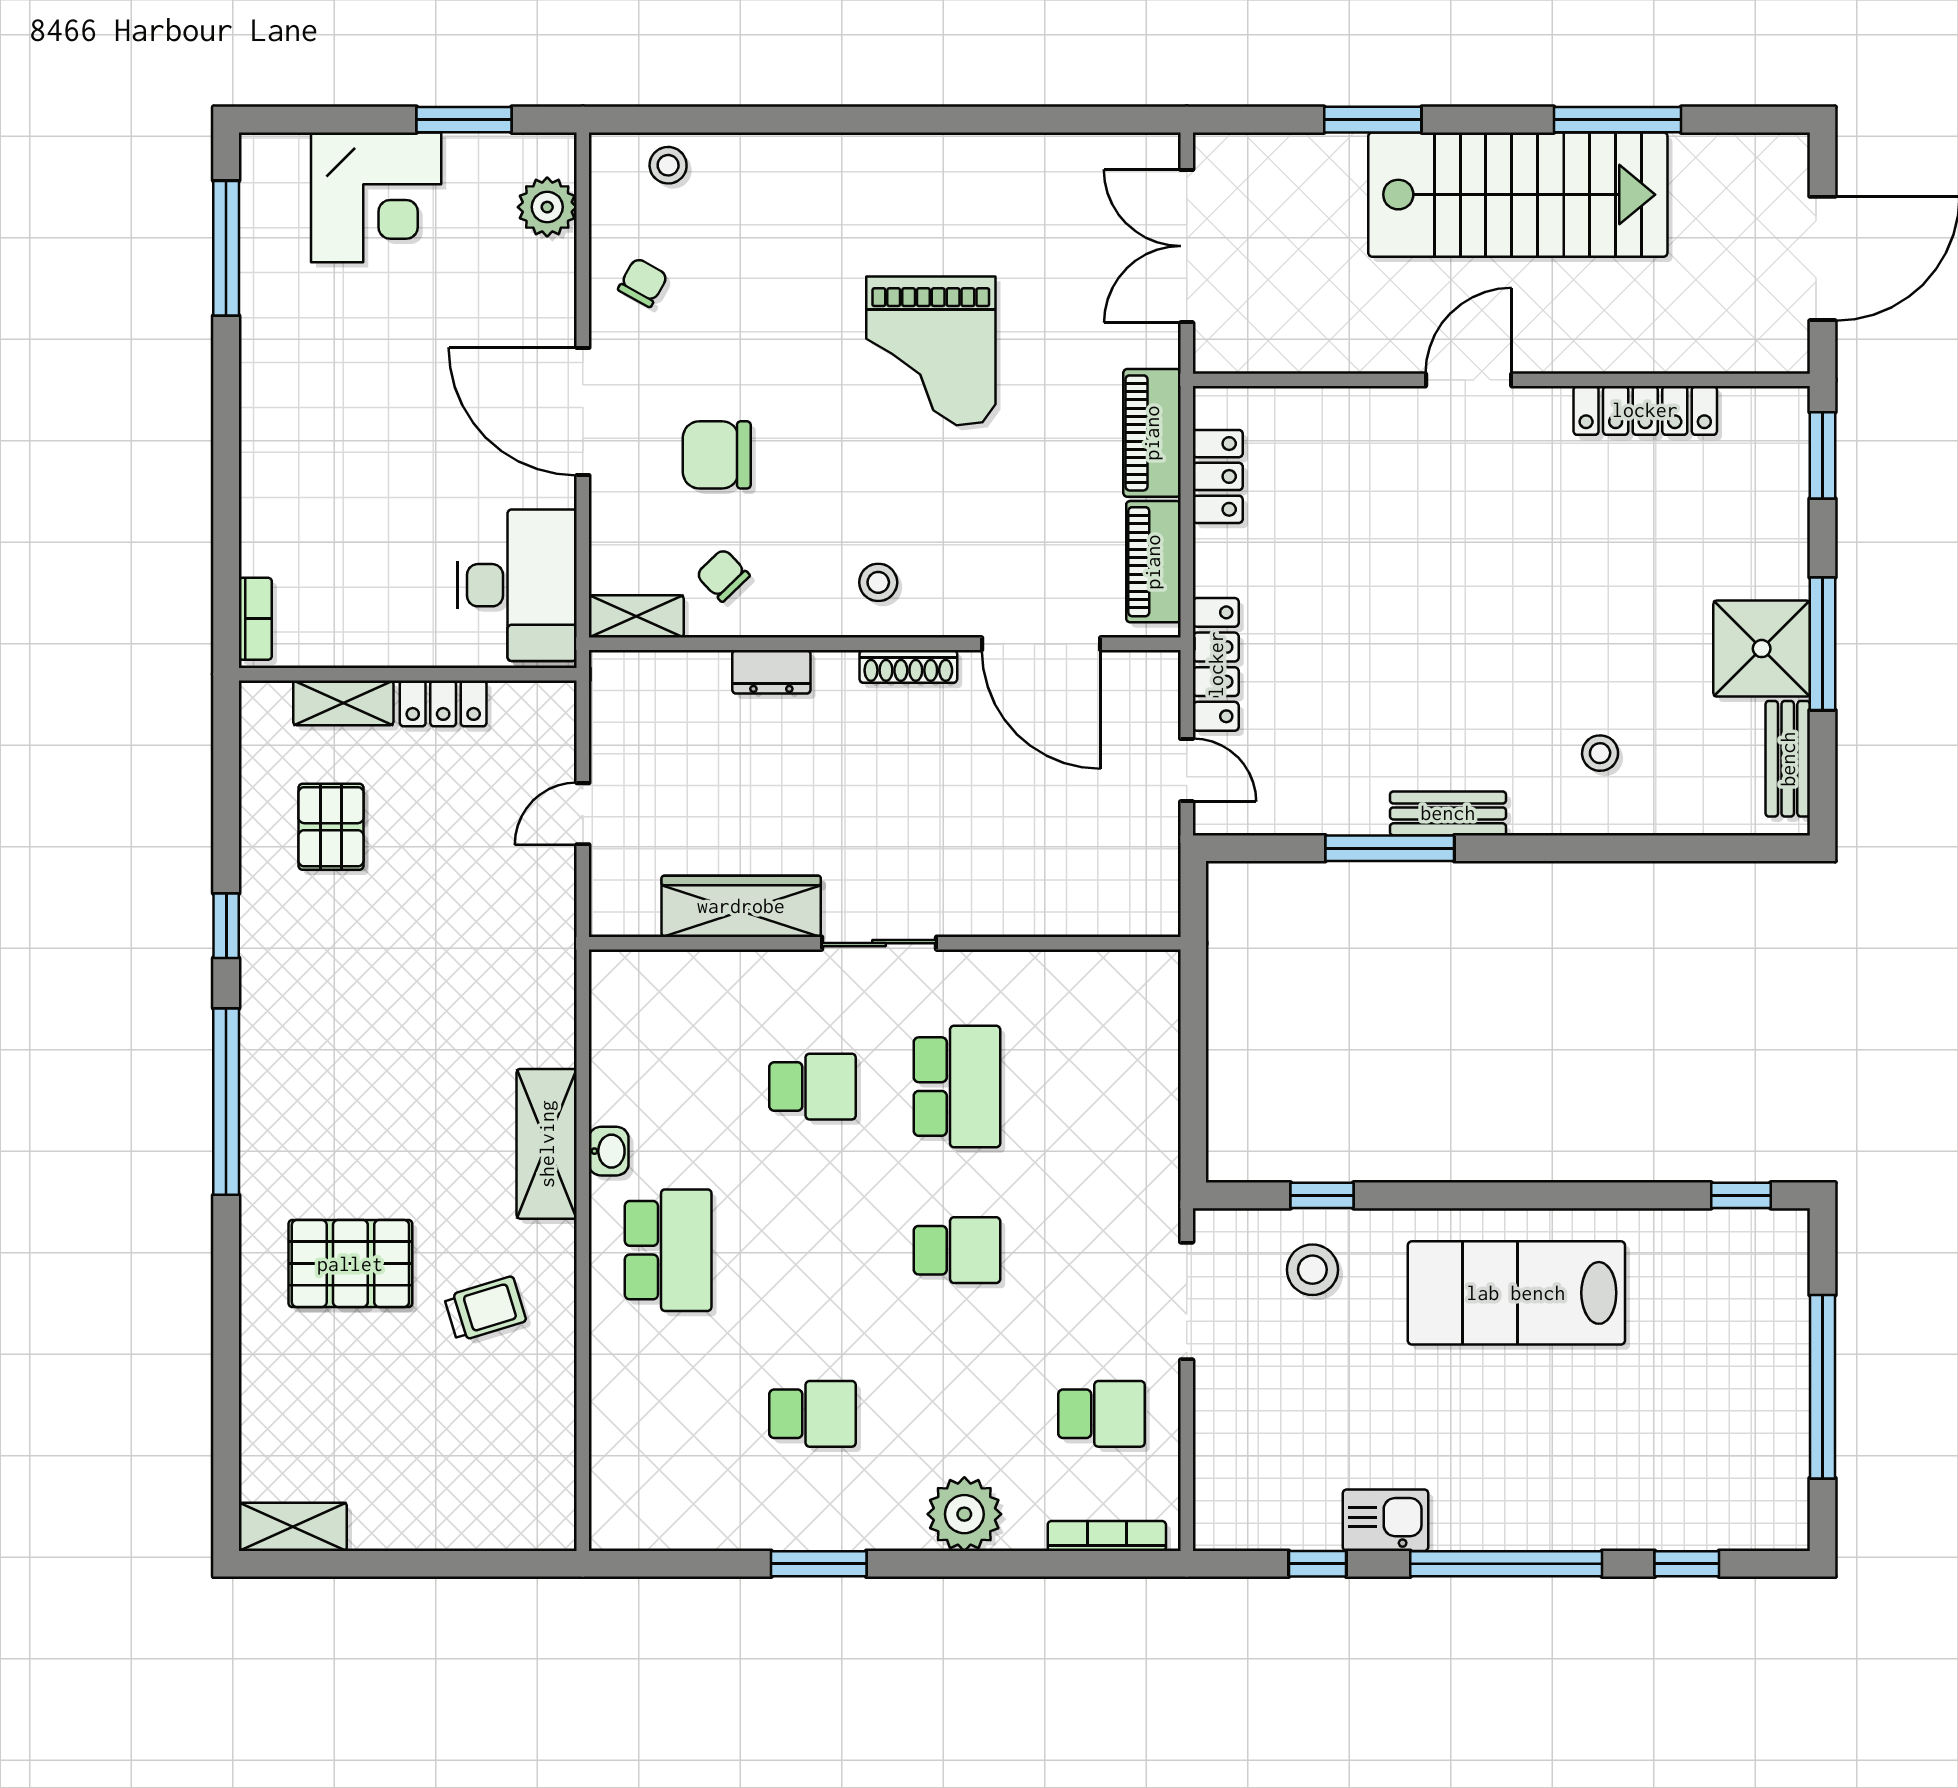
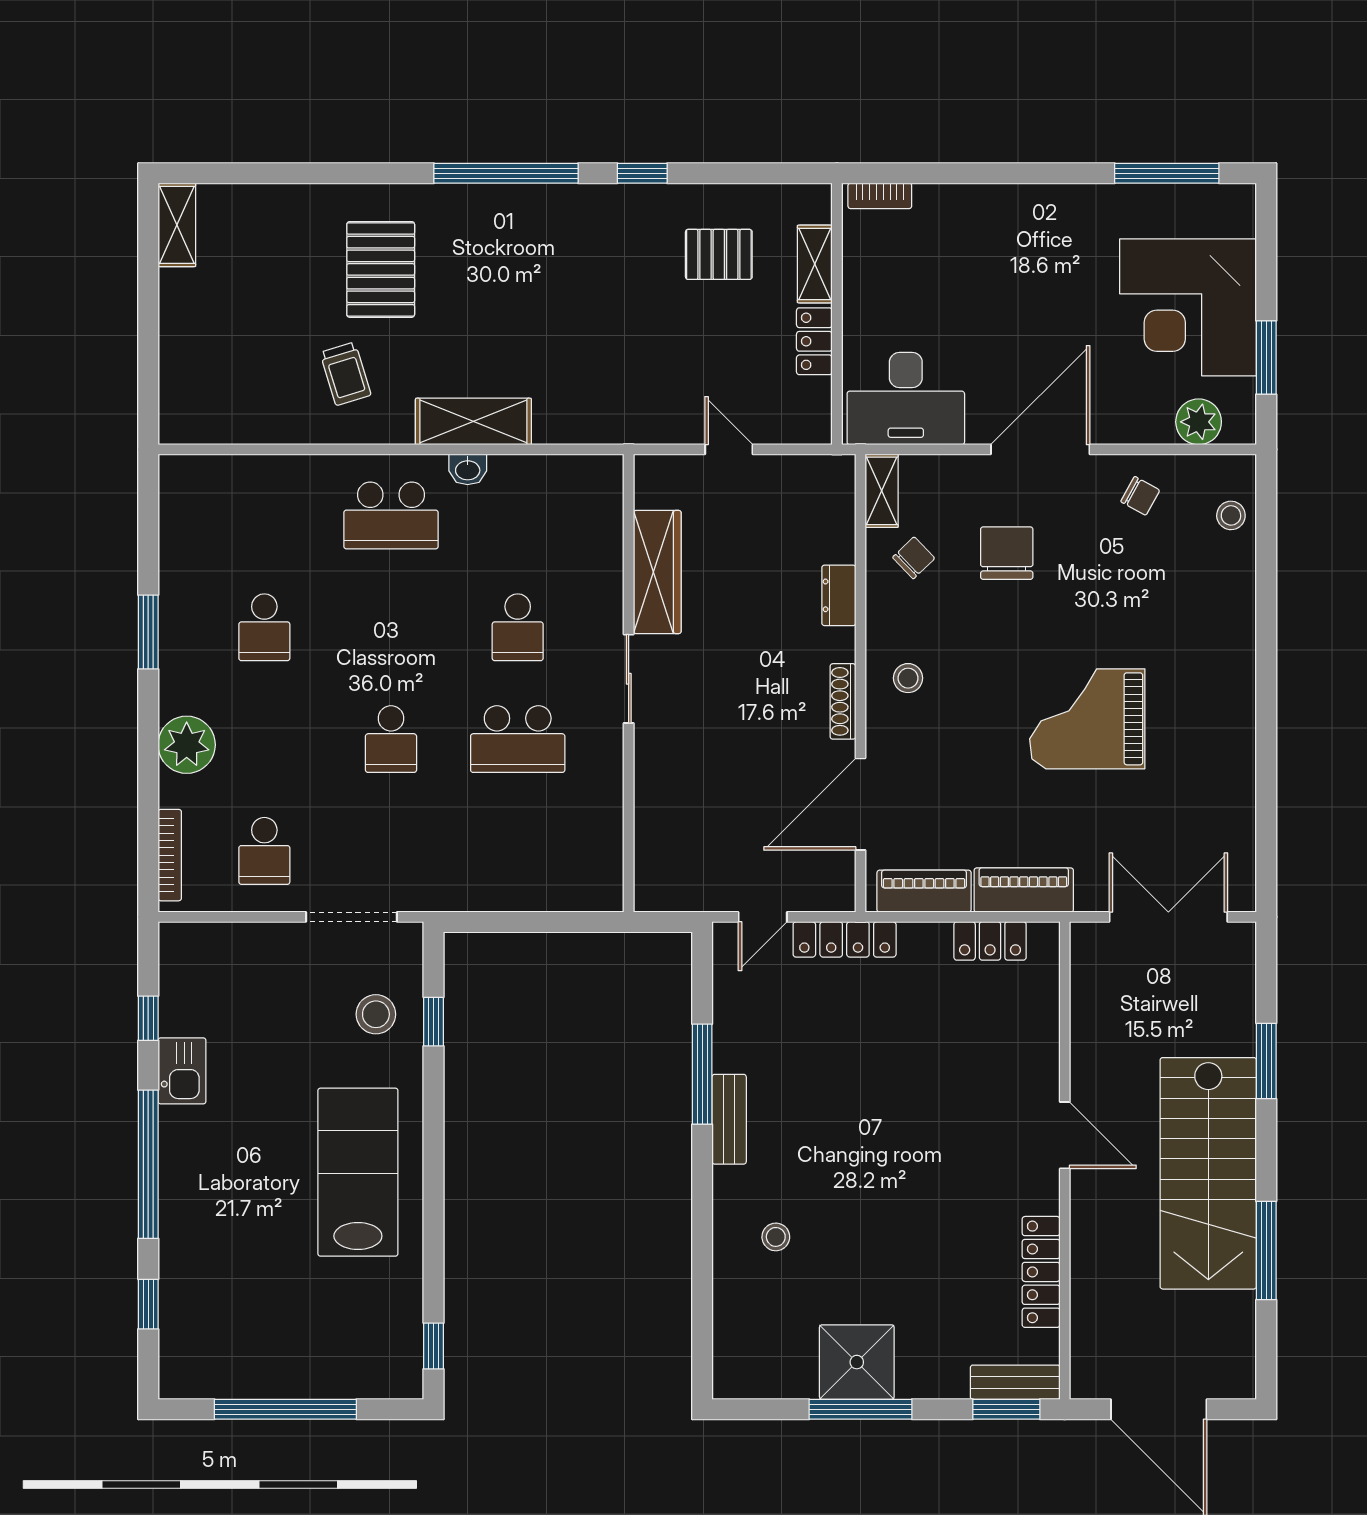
corner desk: (376, 197) -> (1188, 307), width x1.36, depth x1.36
bench: (1788, 759) -> (1015, 1382), moved

